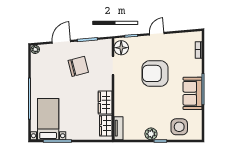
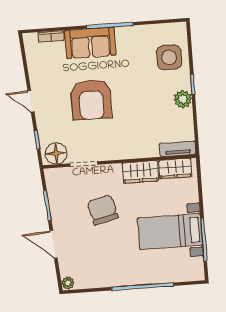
chair: (78, 66) -> (103, 210), moved
sofa: (193, 93) -> (90, 43), moved
bed with nightstands: (48, 119) -> (170, 232), moved

